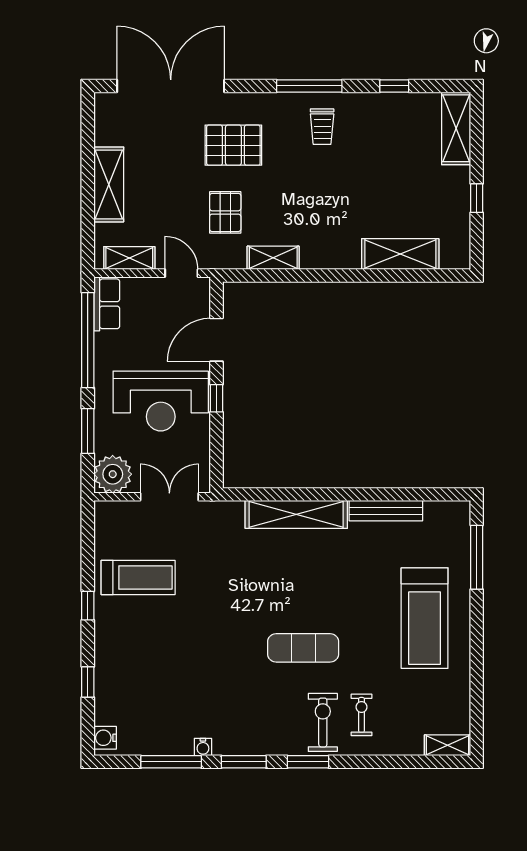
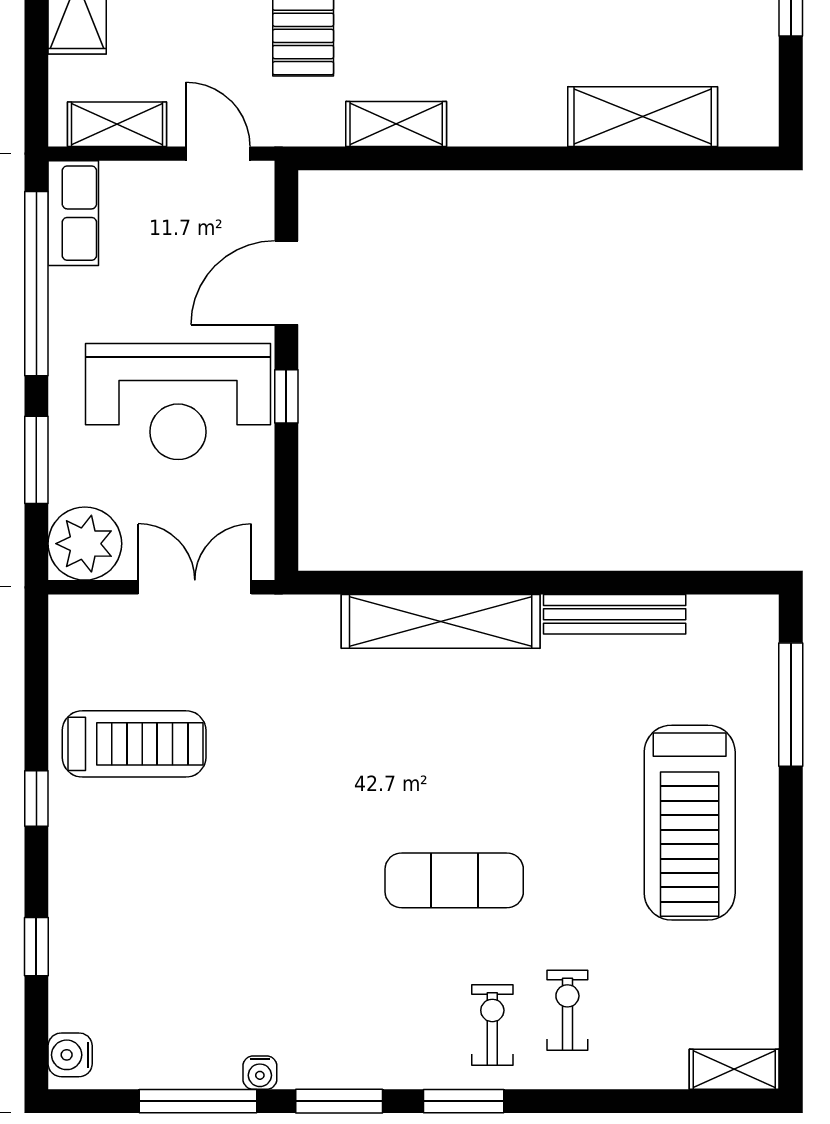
exercise bike: (323, 722) -> (492, 1025), width x0.73, depth x0.72

